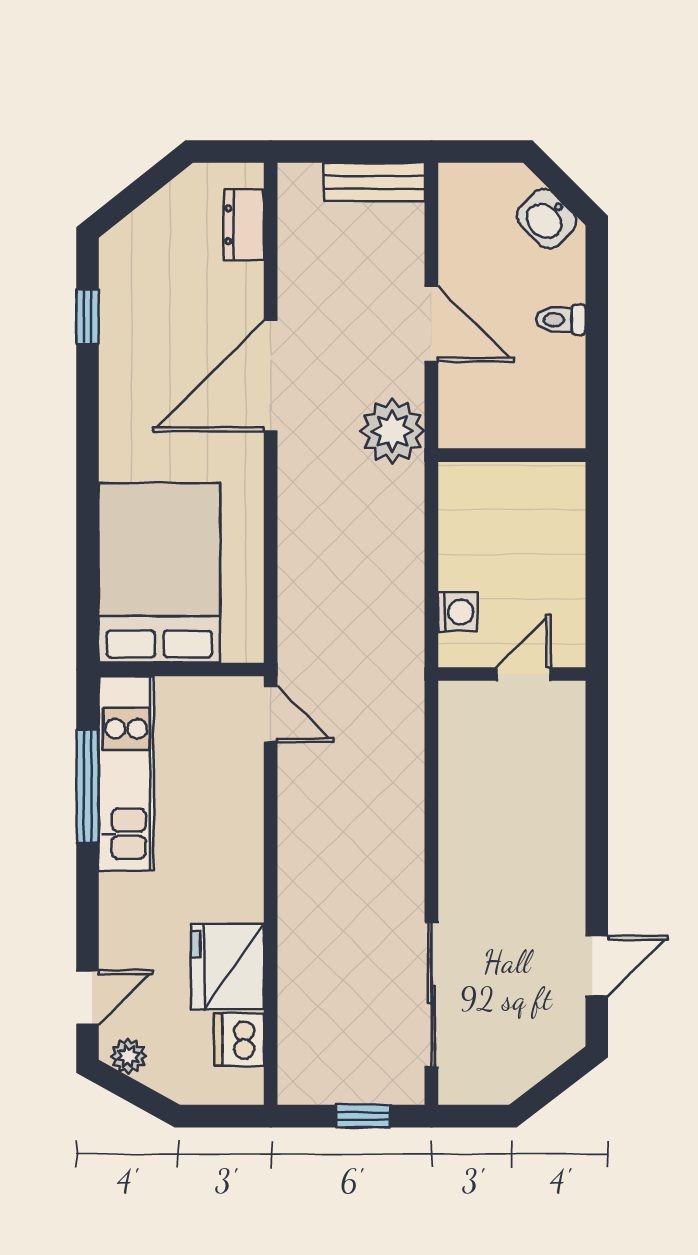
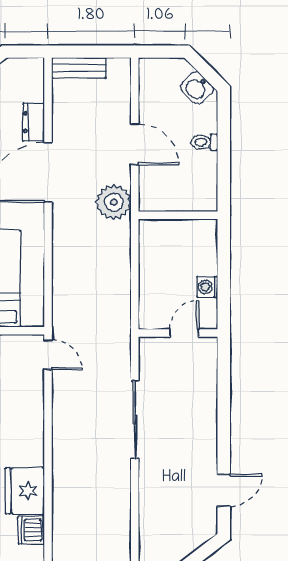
bench: (374, 182) -> (79, 68), moved
dresser: (244, 225) -> (34, 122), moved
washing machine: (458, 612) -> (207, 287), moved, turned 180
sliding door: (431, 995) -> (135, 420), moved

